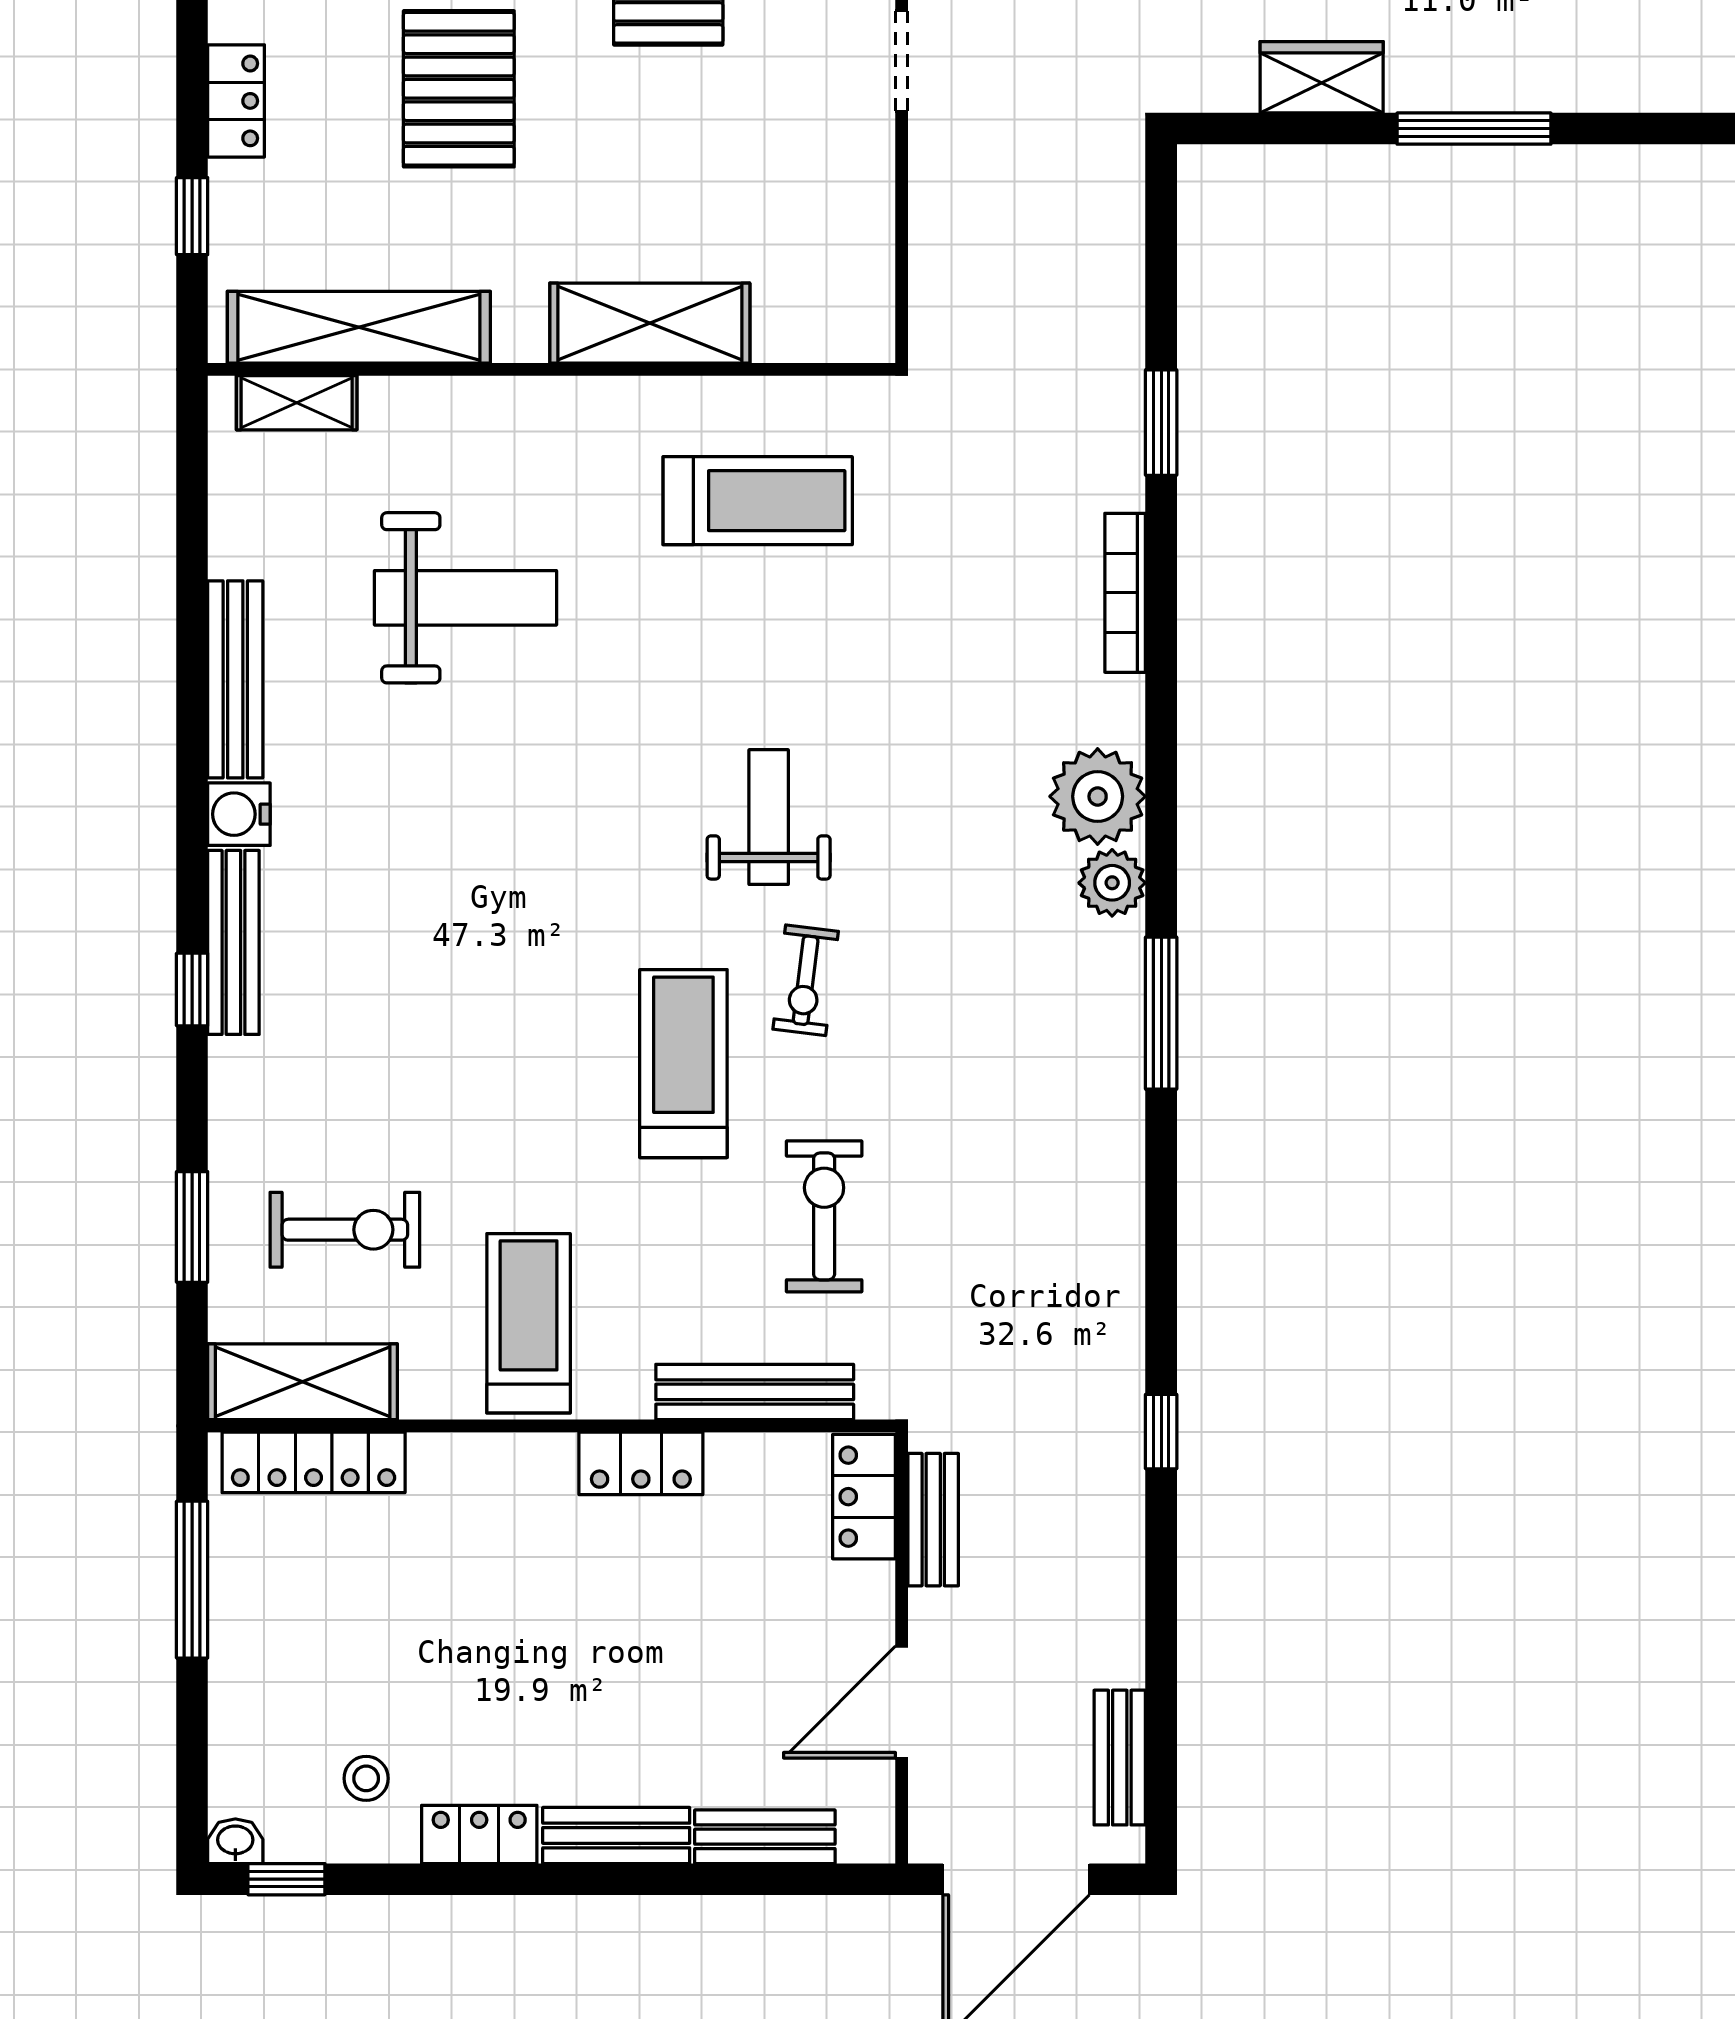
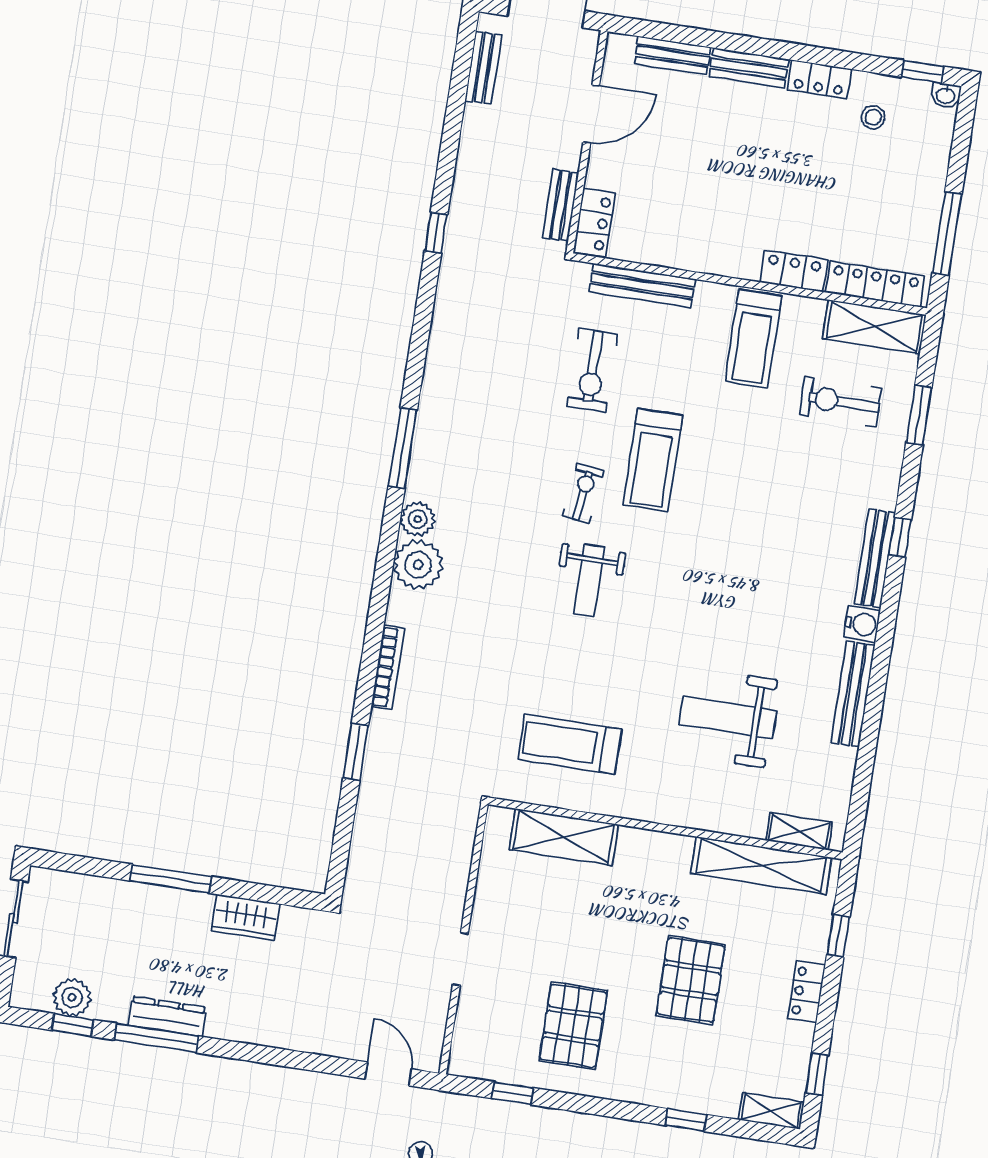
shelving: (650, 323) -> (564, 837), moved
locker: (641, 1463) -> (794, 271), moved

